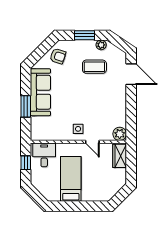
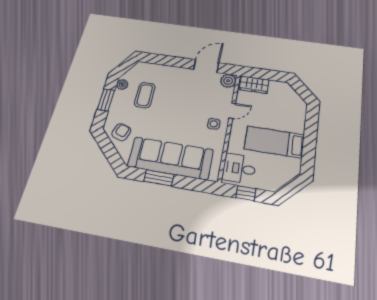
door: (131, 74) -> (206, 66), moved
sofa: (40, 92) -> (171, 158), width x1.36, depth x1.27
window: (26, 106) -> (159, 178), moved

